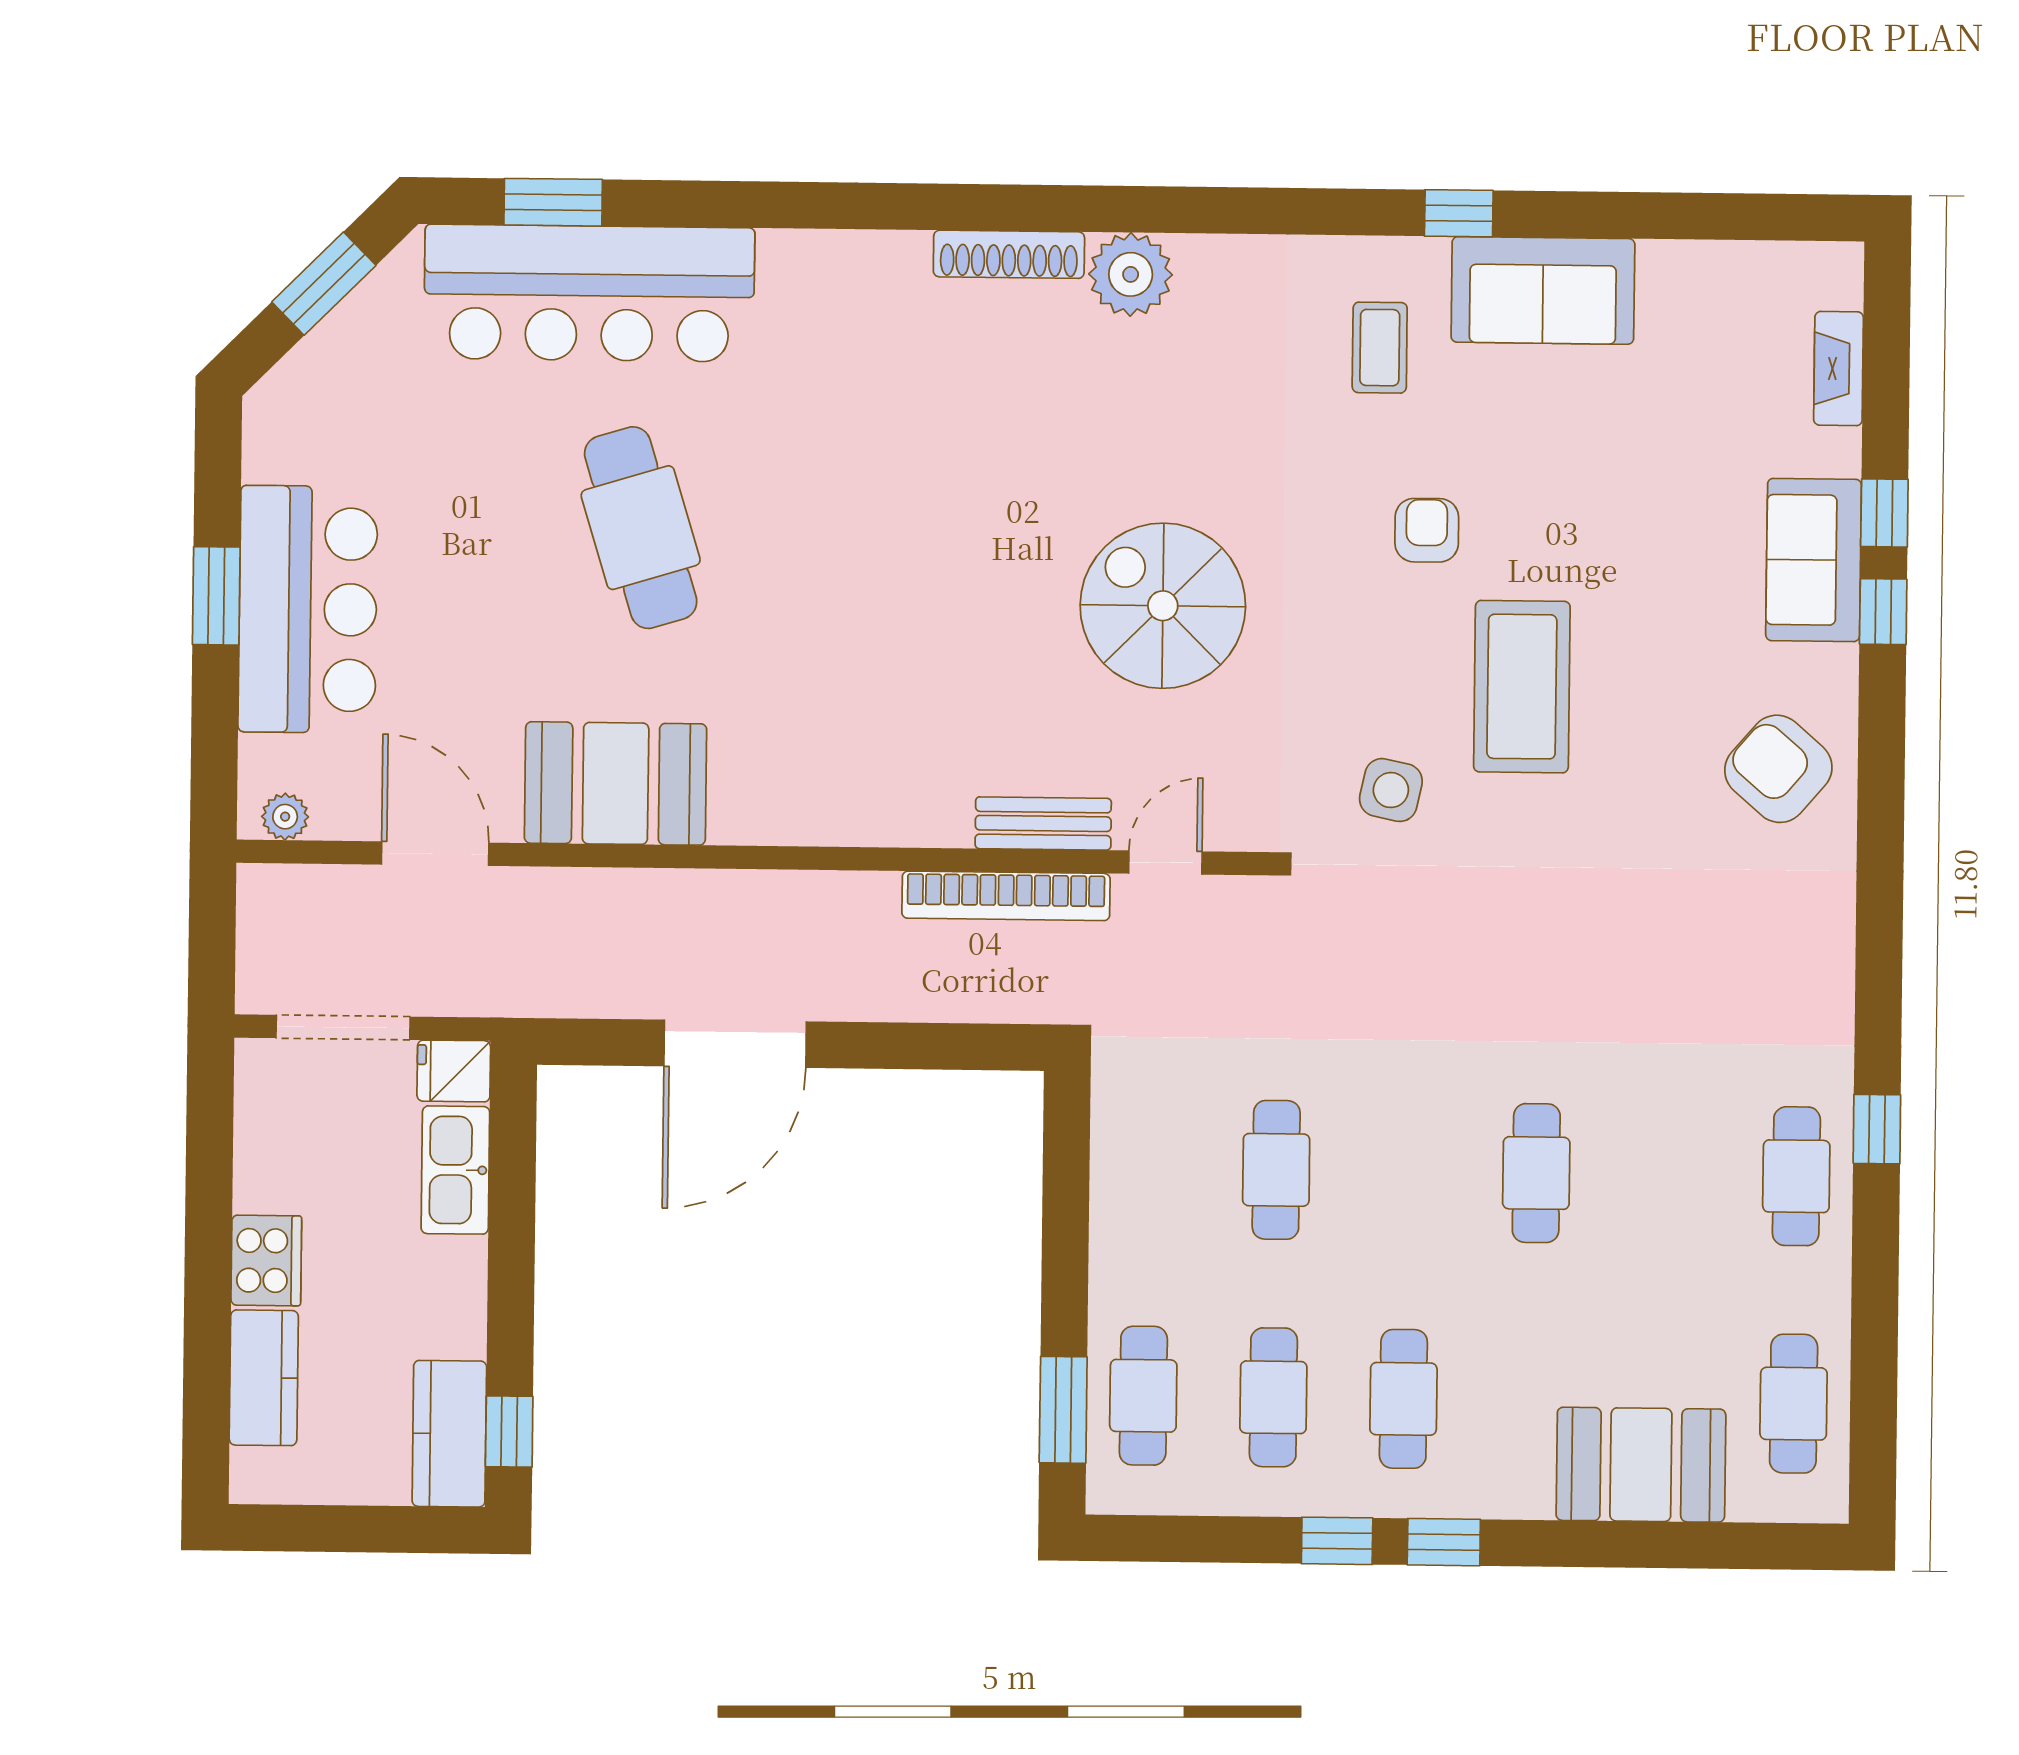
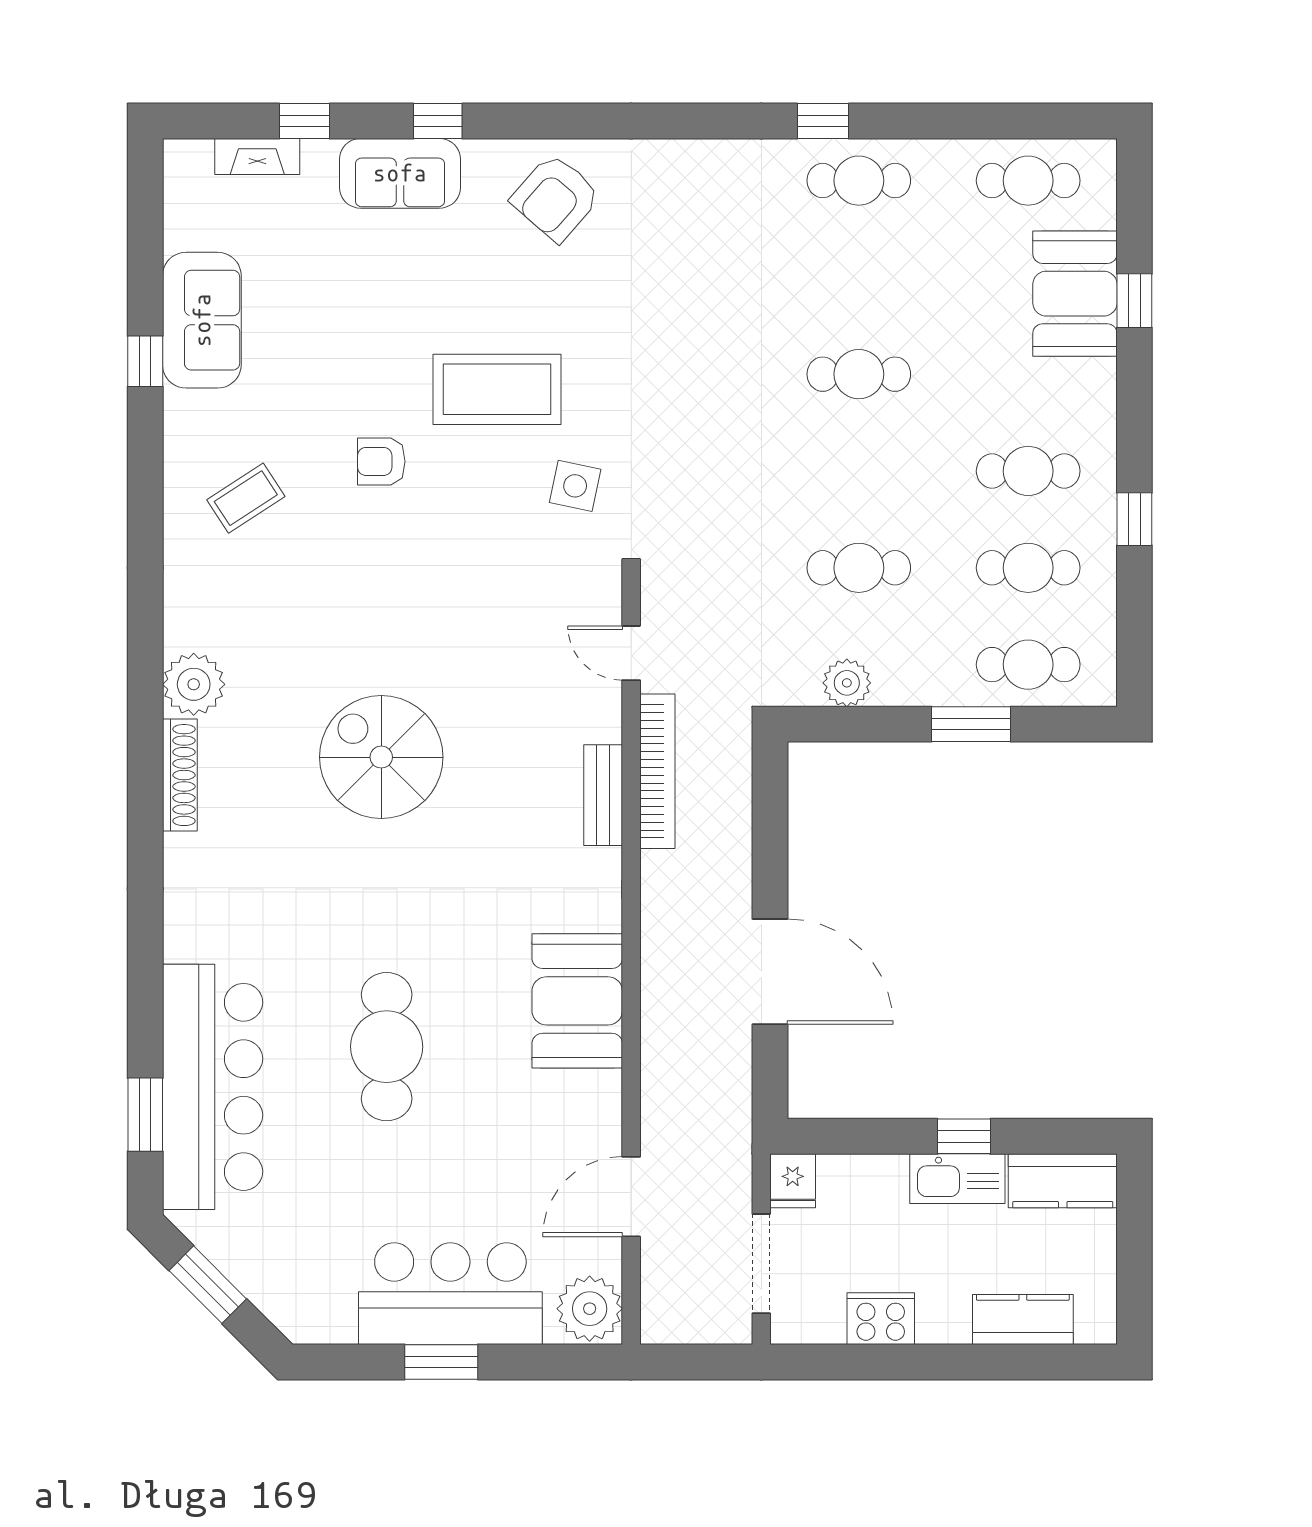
window: (1459, 213) -> (145, 361), moved
sofa: (1543, 290) -> (202, 320), moved
coffee table: (1380, 348) -> (246, 498), turned -33
window: (1884, 513) -> (304, 121), moved
cafe table: (641, 528) -> (387, 1047), turned -73
spiral stairs: (1163, 606) -> (381, 757), moved, turned 90
booth: (616, 783) -> (577, 1001), moved
plant: (285, 817) -> (590, 1309), width x1.87, depth x1.87
bench: (1043, 823) -> (603, 795), moved
plant: (1122, 1152) -> (847, 683), added
kitchen sink: (455, 1170) -> (957, 1179), moved
cooker: (266, 1261) -> (881, 1319), moved
window: (1063, 1410) -> (971, 724), moved
window: (509, 1431) -> (964, 1136), moved
window: (1444, 1542) -> (1134, 301), moved

